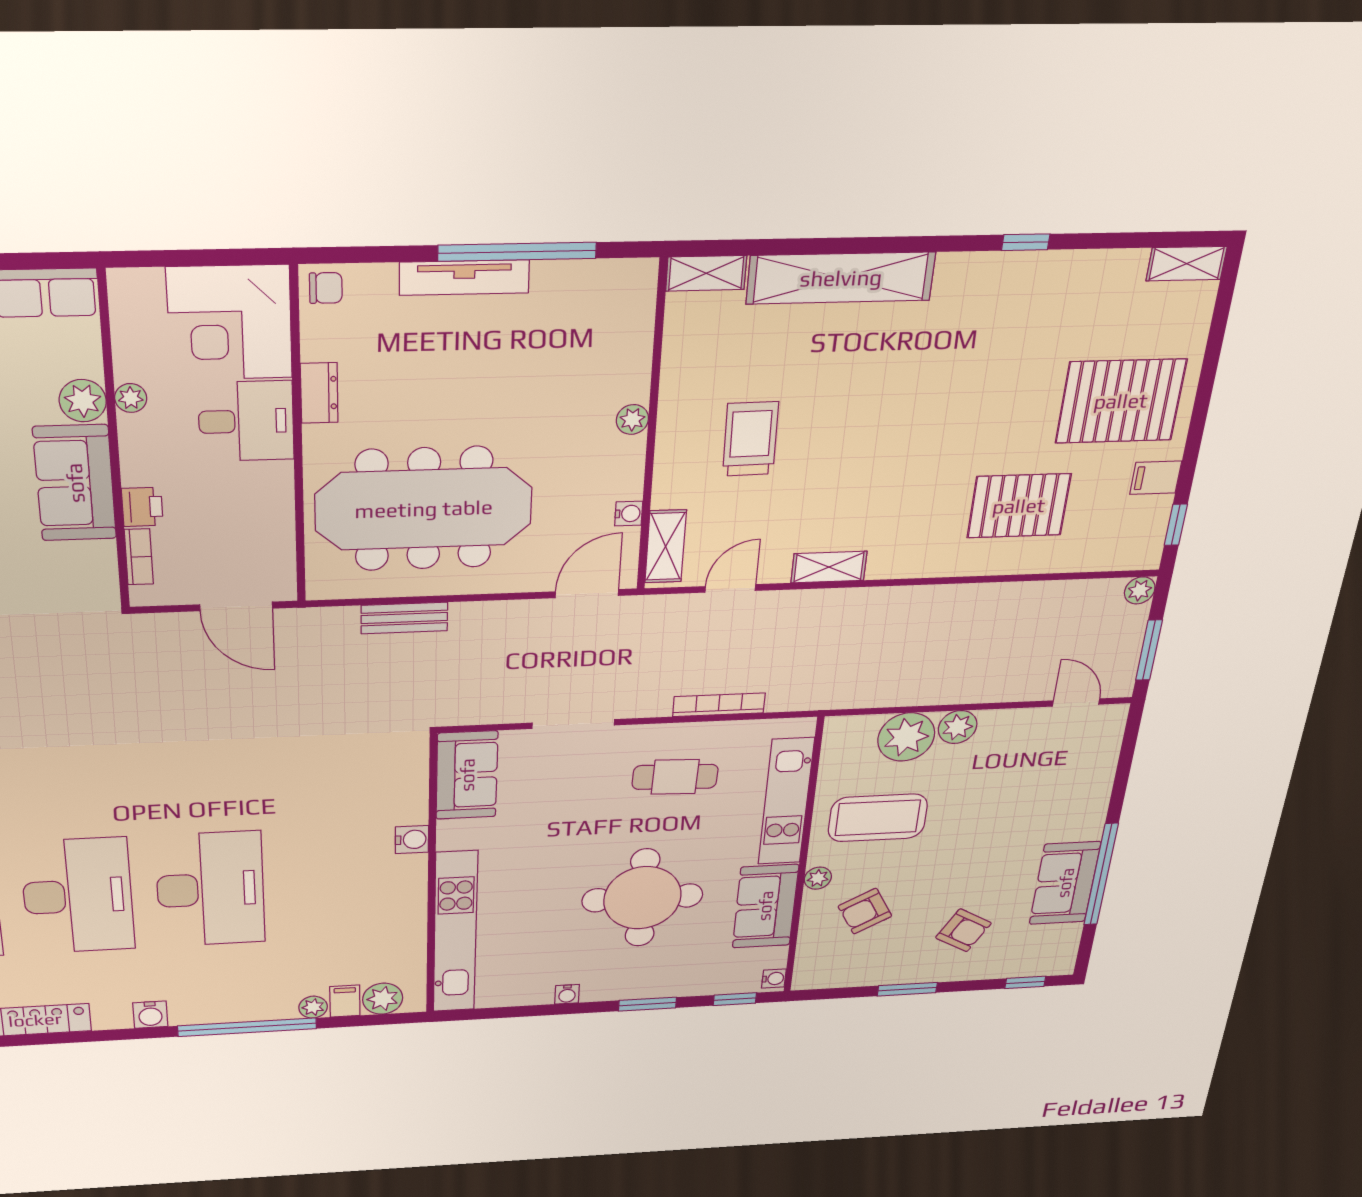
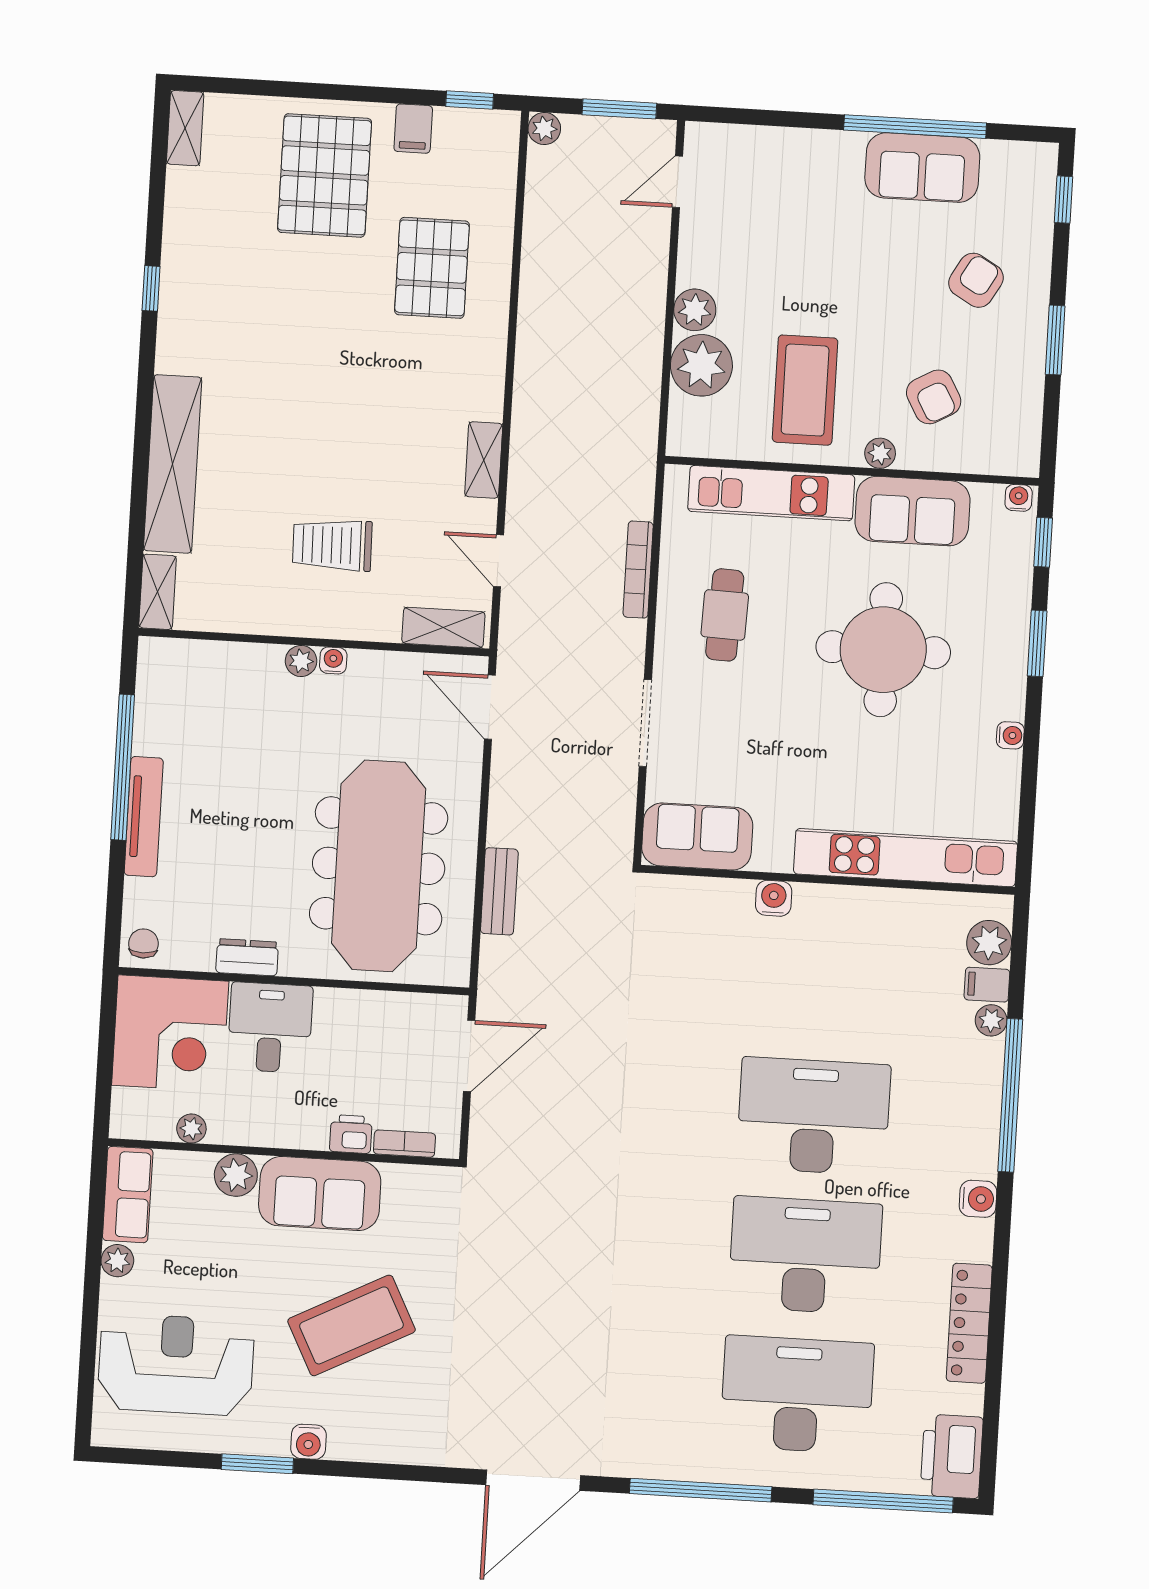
plant: (131, 398) -> (191, 1129), moved
water cooler: (629, 514) -> (333, 660), moved

